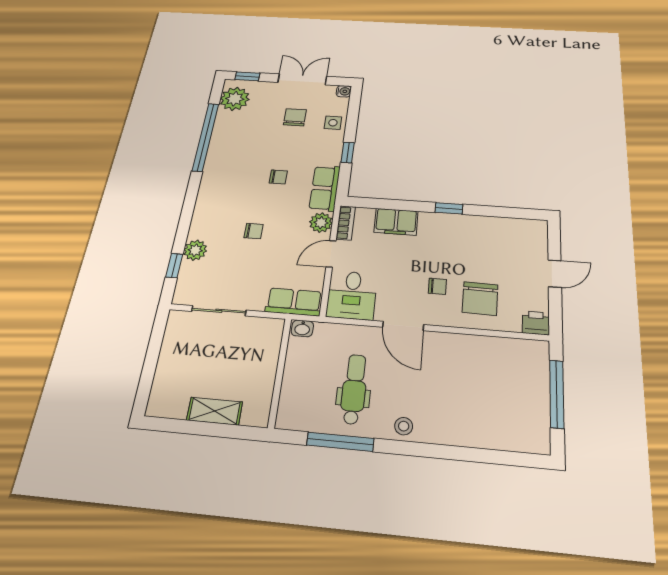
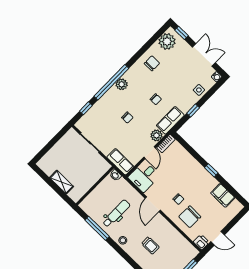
chair: (295, 117) -> (152, 63), moved
window: (206, 137) -> (111, 82), moved
filing cabinet: (396, 222) -> (223, 195), moved
plant: (195, 250) -> (122, 84), moved
door: (331, 254) -> (150, 153), swing flipped
door: (555, 274) -> (218, 238), moved
trolley: (458, 396) -> (150, 245), added

